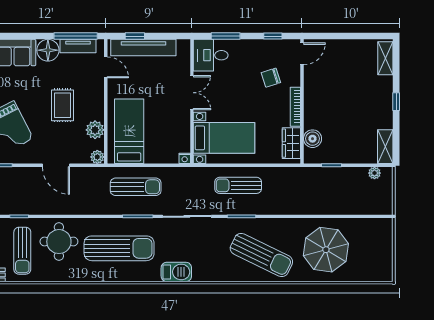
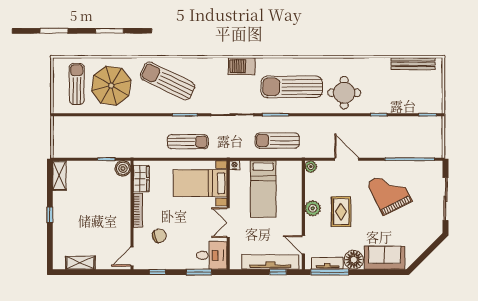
shelving: (385, 58) -> (80, 263), moved, turned 90
plant: (95, 130) -> (313, 208), moved
bed: (129, 131) -> (263, 189), moved
boiler: (313, 139) -> (123, 168), moved
plant: (374, 173) -> (69, 153), removed
sun lounger: (22, 251) -> (77, 84), moved

